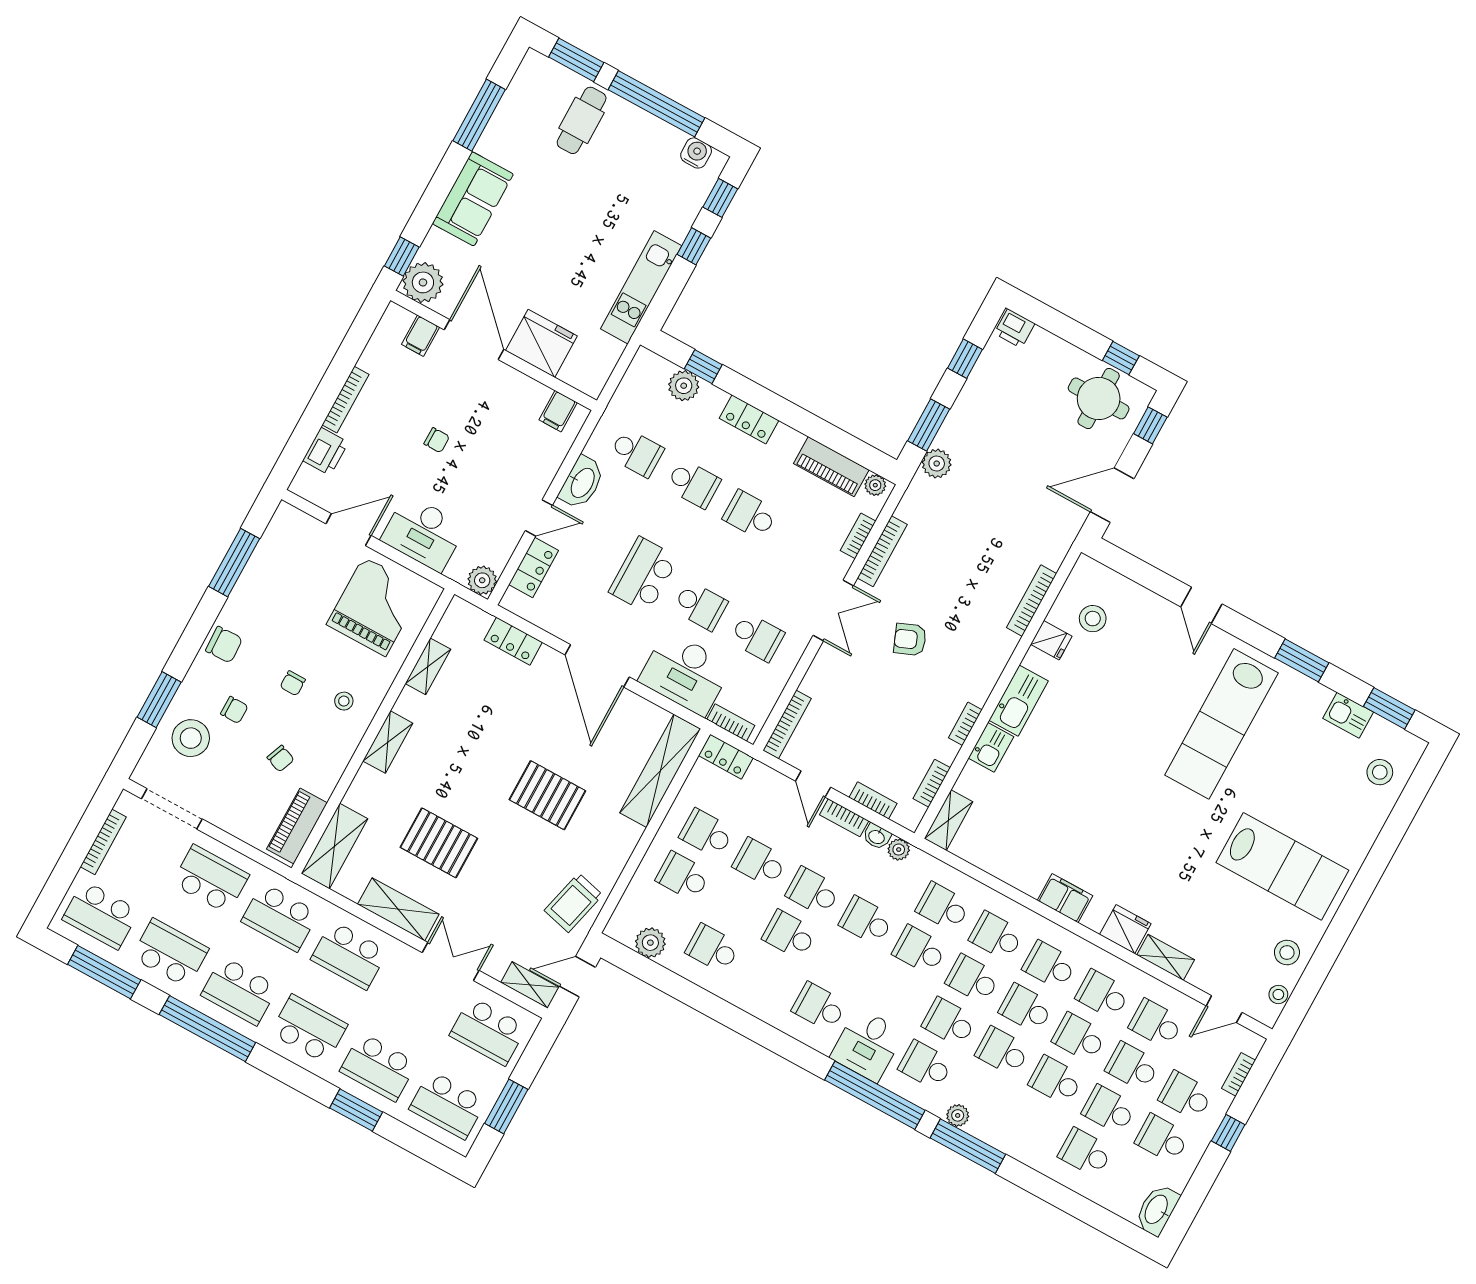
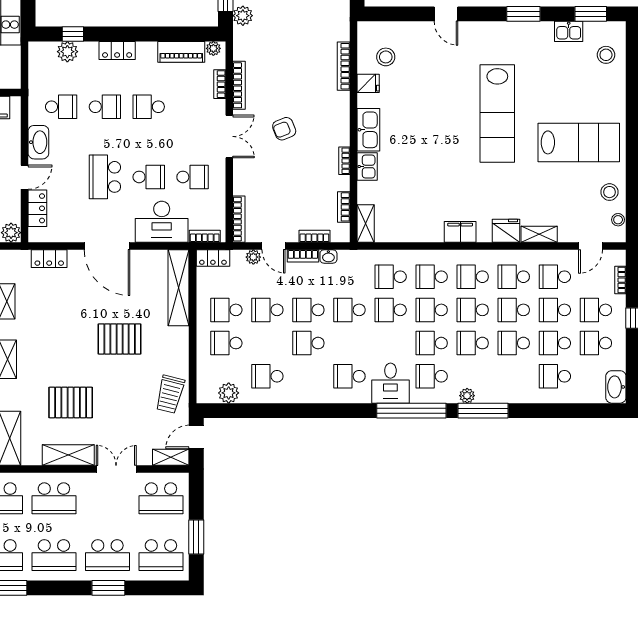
lab bench: (1221, 724) -> (497, 114), moved
plant: (899, 850) -> (253, 257), moved
school desk: (309, 1029) -> (54, 555), turned 180

